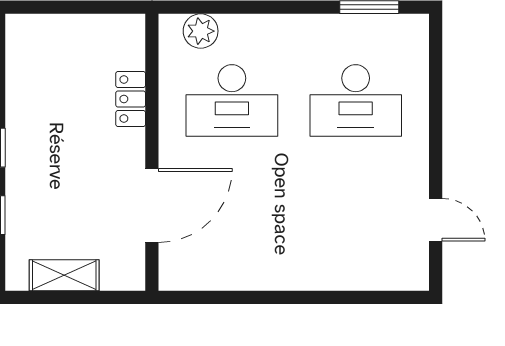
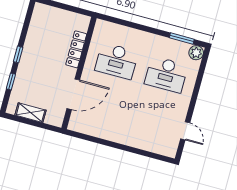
plant: (201, 31) -> (196, 53), moved
locker: (131, 99) -> (76, 49), width x1.53

